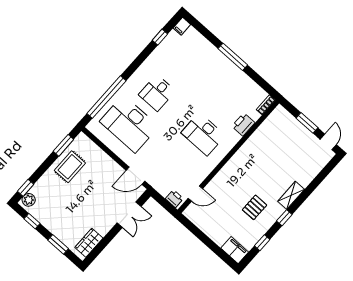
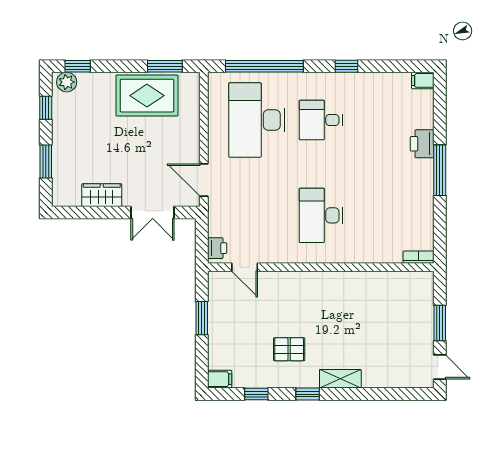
window: (160, 37) -> (346, 66), moved
printer: (243, 124) -> (422, 144), moved, turned -90
door: (328, 142) -> (440, 367), hinge flipped
rug: (70, 167) -> (147, 96), width x1.36, depth x1.43
window: (202, 236) -> (202, 318), added
wardrobe: (89, 243) -> (102, 195), moved
filing cabinet: (235, 250) -> (220, 379), width x0.50

